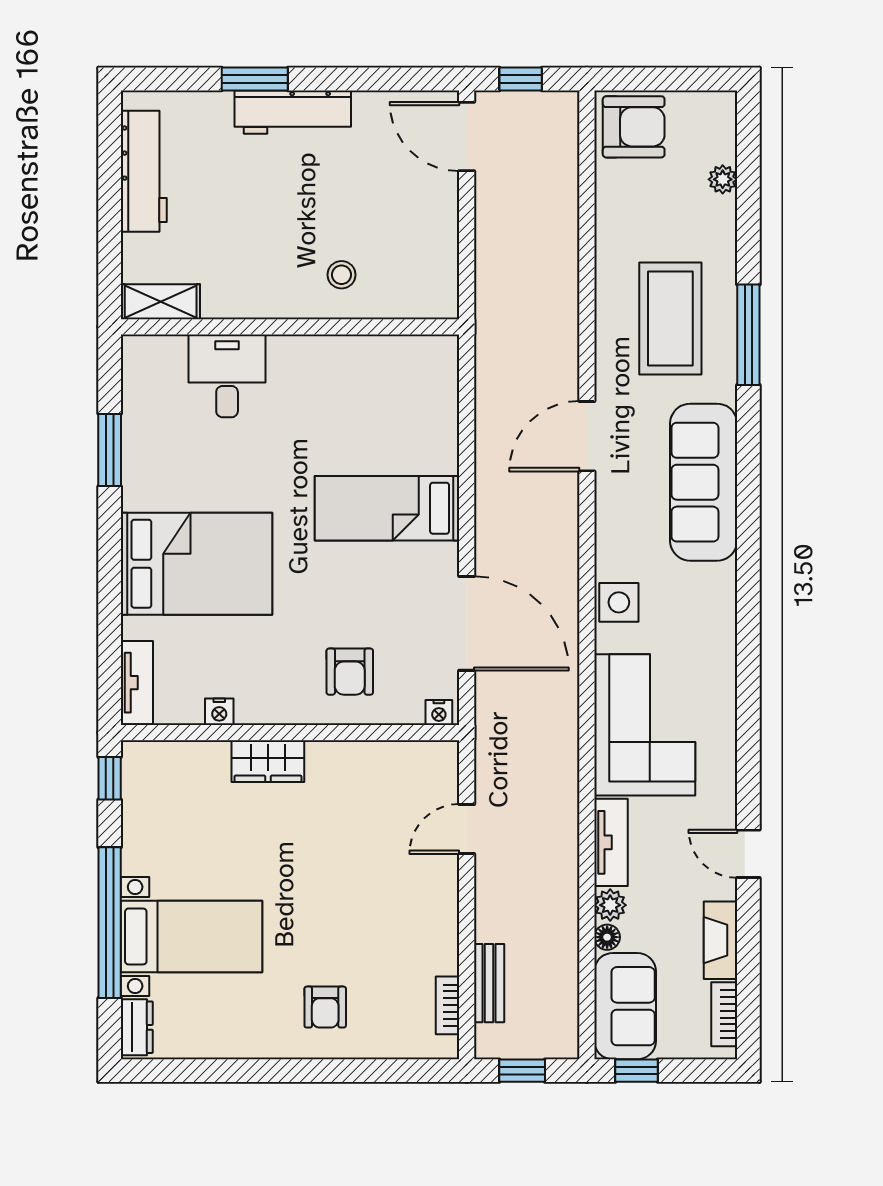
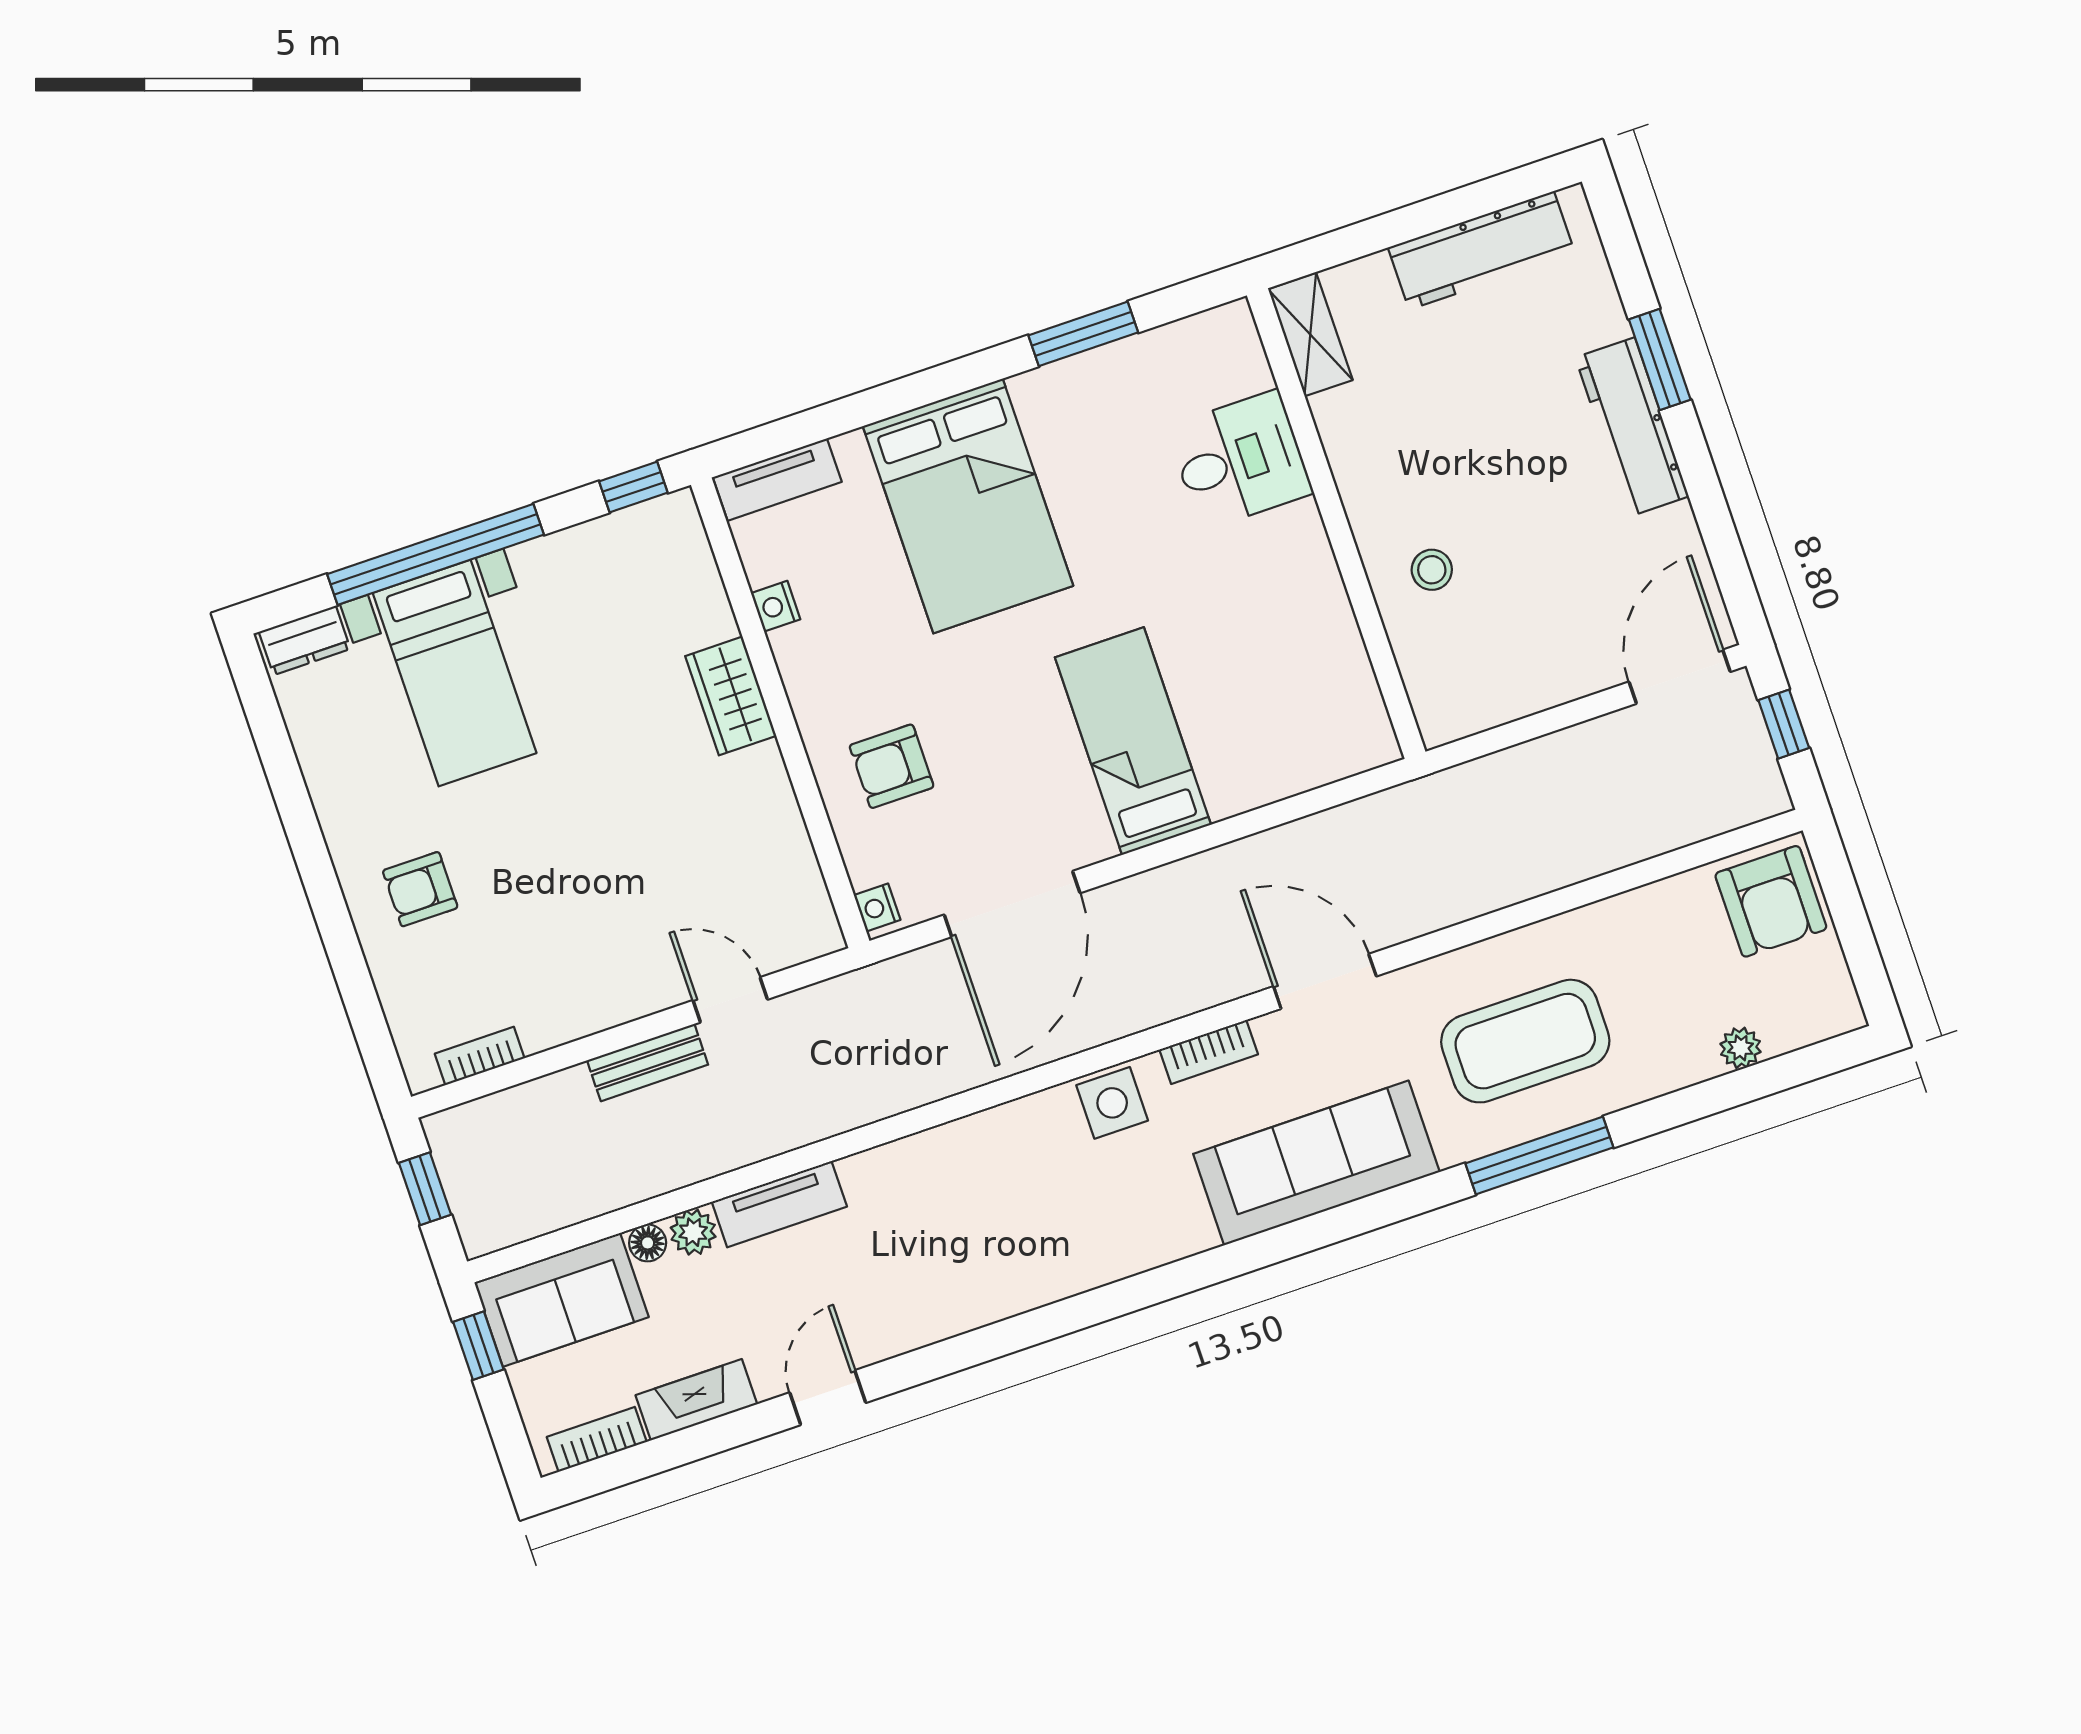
bookcase: (607, 528) -> (1209, 1052), added
corner sofa: (645, 725) -> (956, 1196), removed
bench: (489, 983) -> (648, 1062), moved

